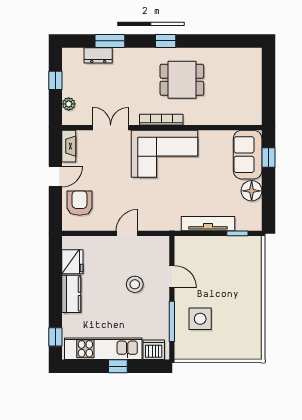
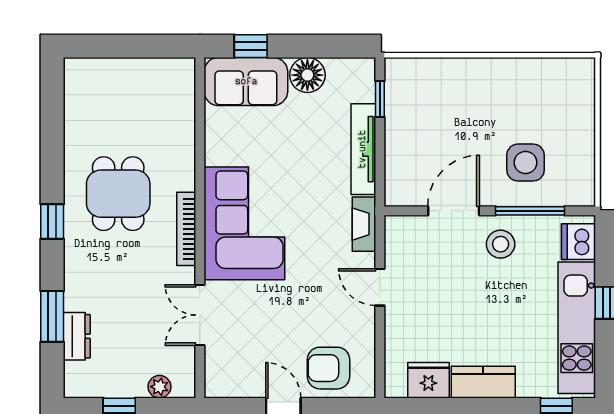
fireplace: (69, 146) -> (364, 224), moved, turned -90
door: (172, 277) -> (454, 211), width x1.38
stool: (135, 284) -> (501, 244), moved

